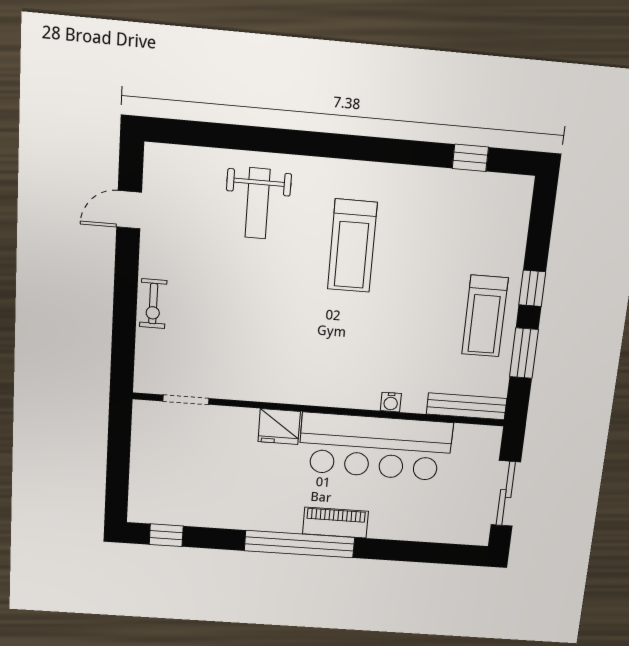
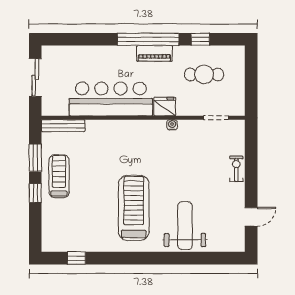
weight bench: (258, 203) -> (185, 226), width x1.36, depth x1.33
treadmill: (352, 246) -> (134, 208), width x1.37, depth x1.38
water cooler: (391, 402) -> (172, 125), moved
cafe table: (204, 478) -> (204, 74), added
piano: (335, 523) -> (155, 53), moved
window: (166, 535) -> (200, 39), moved

